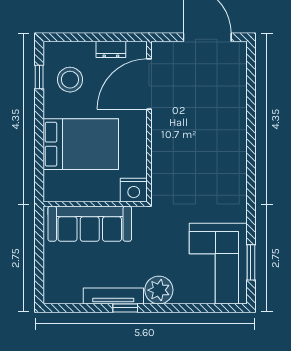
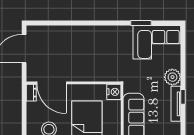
dresser: (111, 49) -> (31, 93), moved
window: (251, 262) -> (141, 23), moved

